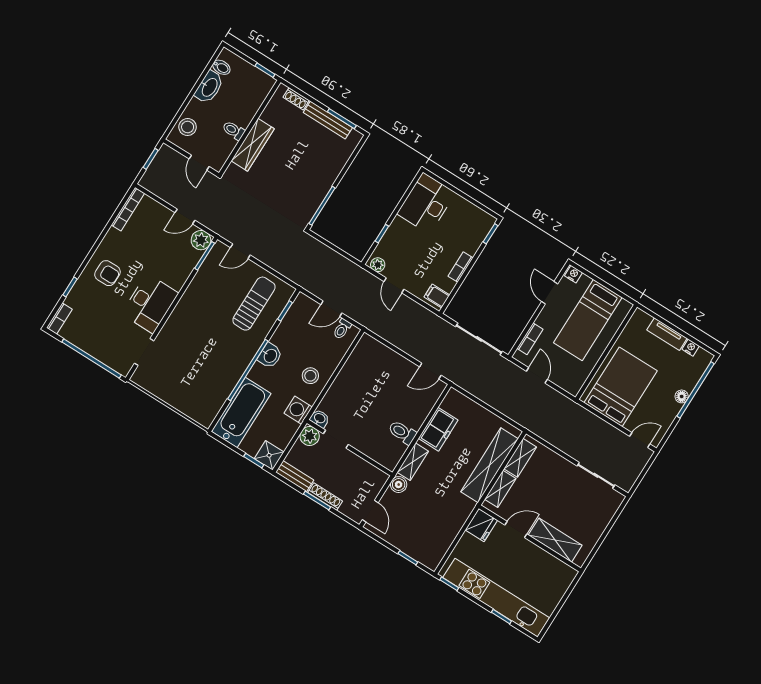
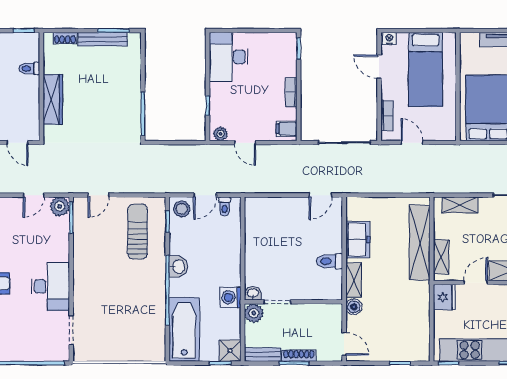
toilet: (234, 130) -> (29, 68), moved
stool: (310, 376) -> (182, 209), moved
shelving: (520, 458) -> (460, 205), moved, turned 90

